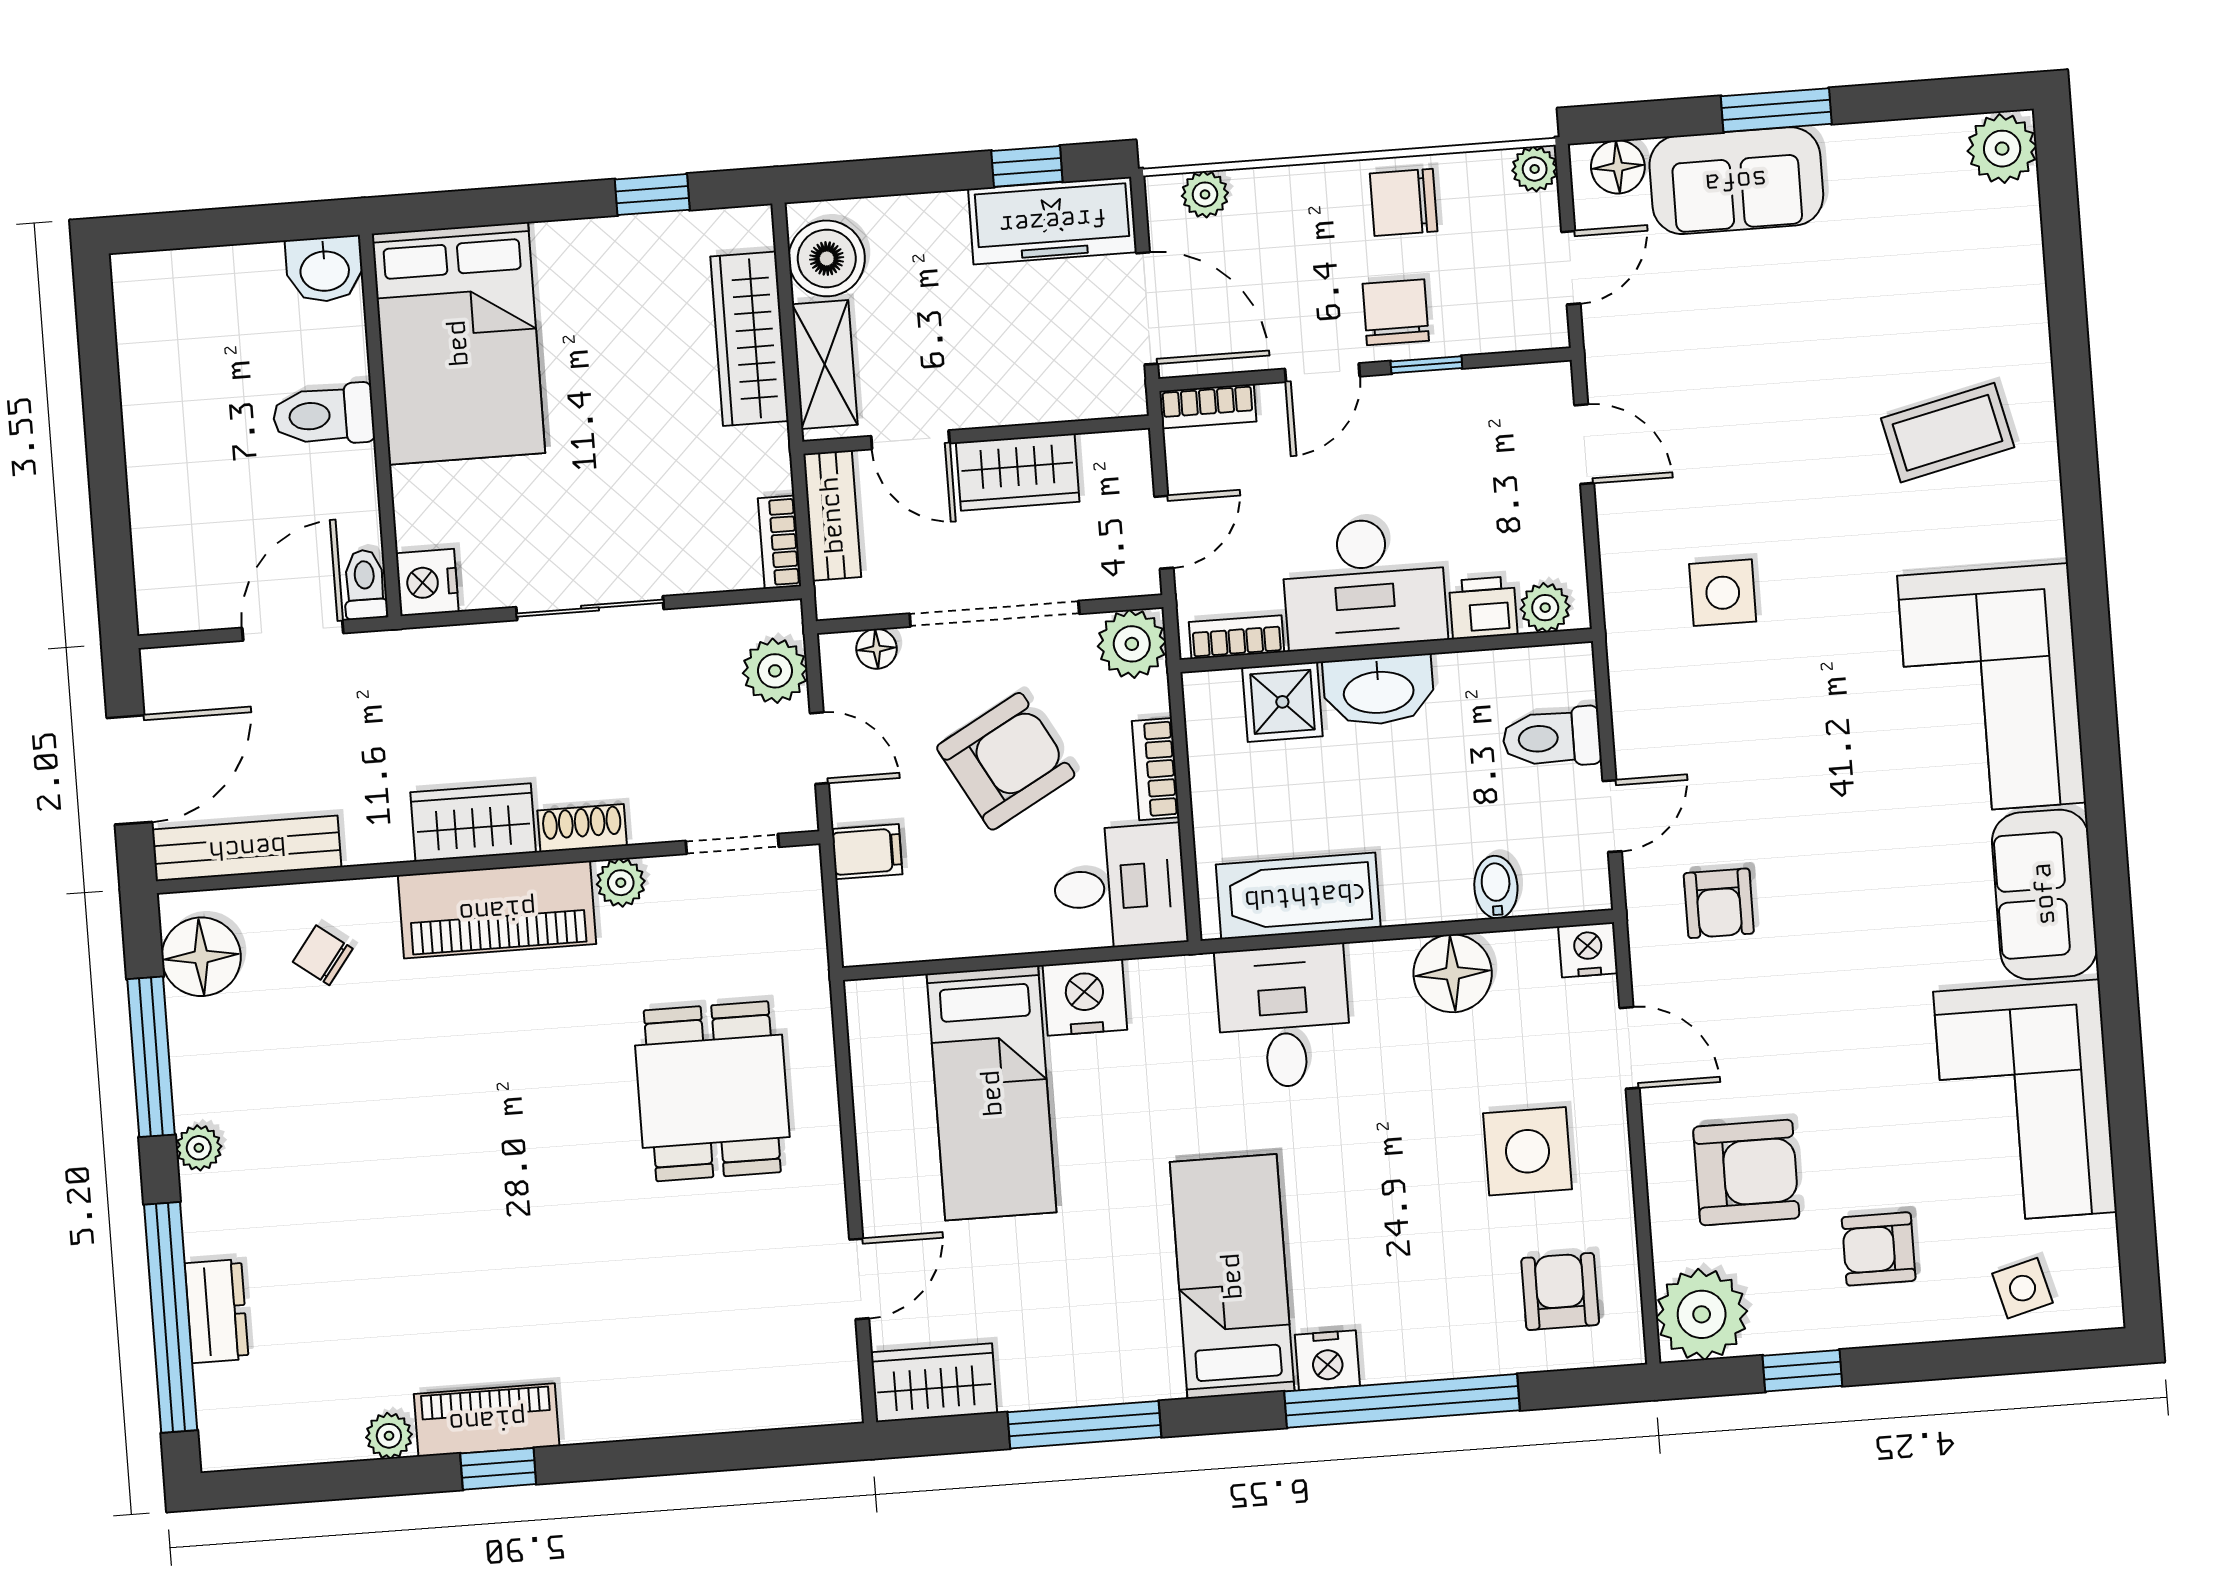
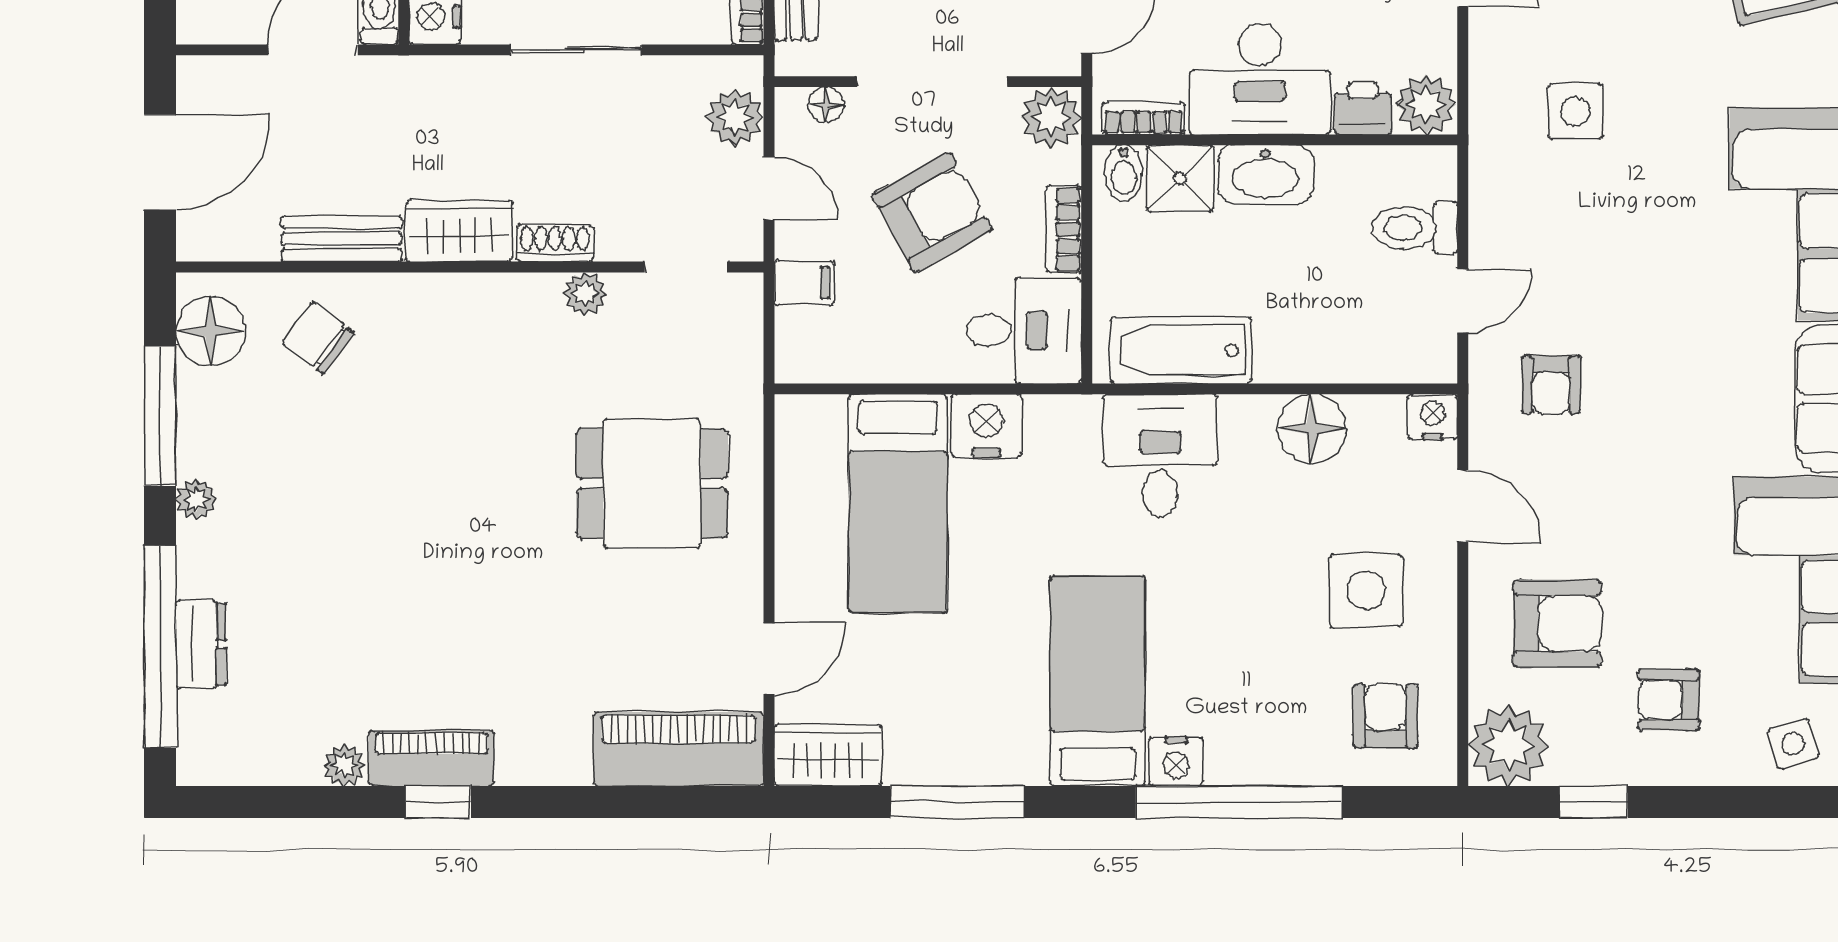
plant: (1545, 608) -> (1426, 105), width x1.38, depth x1.38
bench: (247, 848) -> (341, 239), moved, width x0.73
bidet: (1496, 887) -> (1124, 173), moved, turned 180
piano: (497, 910) -> (679, 749), moved, turned 180
chair: (323, 955) -> (318, 338), width x1.37, depth x1.37
dining table: (712, 1091) -> (652, 483), turned 90

